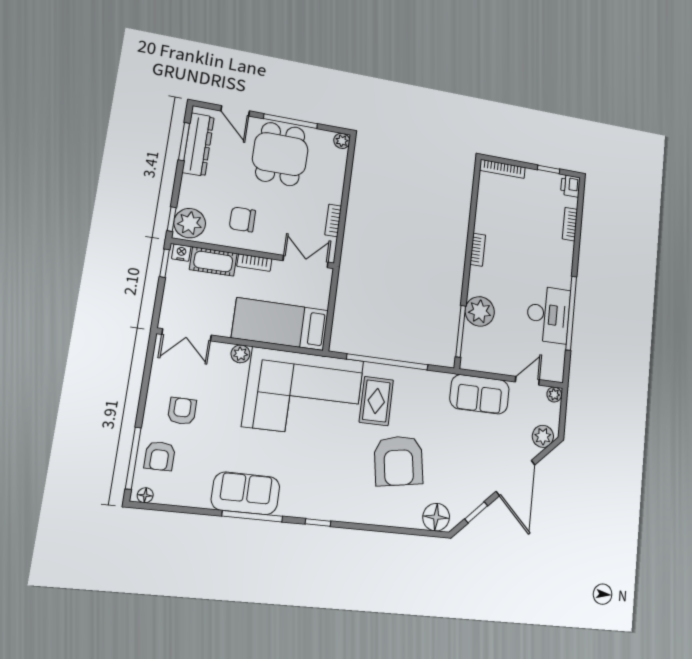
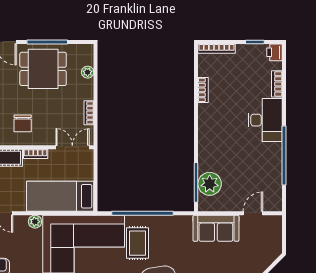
plant: (342, 141) -> (88, 72), moved
dining table: (280, 154) -> (43, 69), turned 90
chair: (242, 219) -> (23, 123), turned -90
bookcase: (478, 250) -> (203, 90), moved
plant: (480, 311) -> (210, 184), moved
desk: (548, 314) -> (265, 120), moved
plant: (554, 394) -> (276, 221), removed
plant: (543, 436) -> (269, 254), removed

